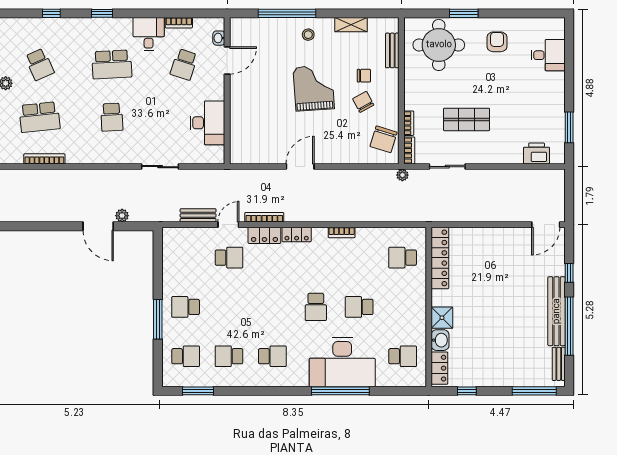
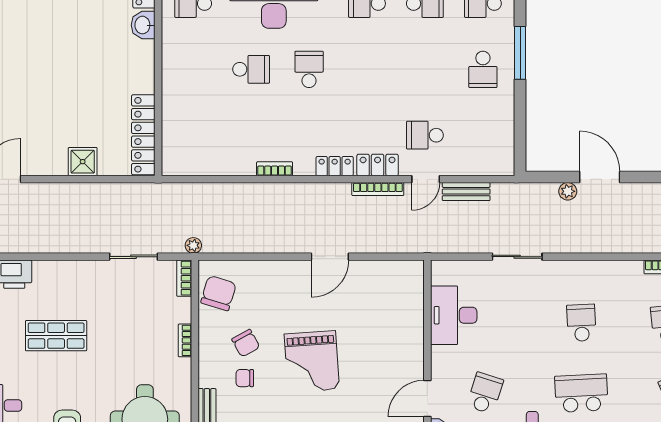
shop shelf: (467, 119) -> (56, 336), moved
bookcase: (409, 123) -> (185, 340), moved
school desk: (403, 258) -> (193, 135), removed
school desk: (186, 307) -> (483, 69), turned 90
shower: (442, 318) -> (83, 162), moved

